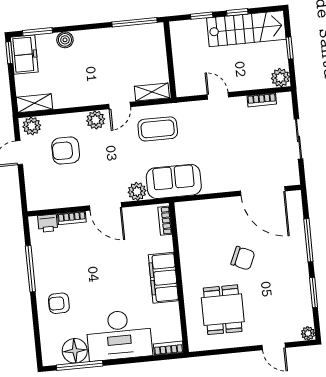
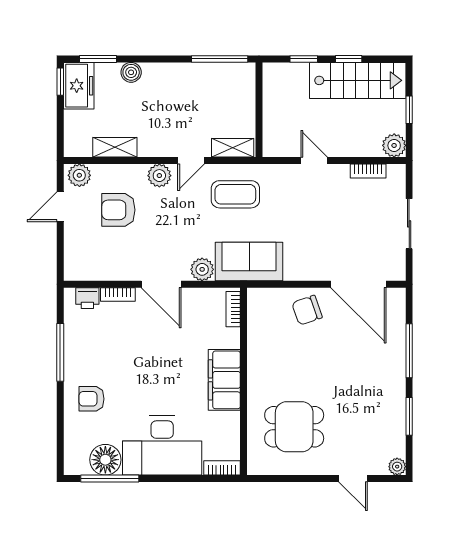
shelving: (34, 103) -> (115, 147), moved
chair: (243, 258) -> (307, 310), moved, turned 137
dining table: (223, 310) -> (294, 427), turned 90

